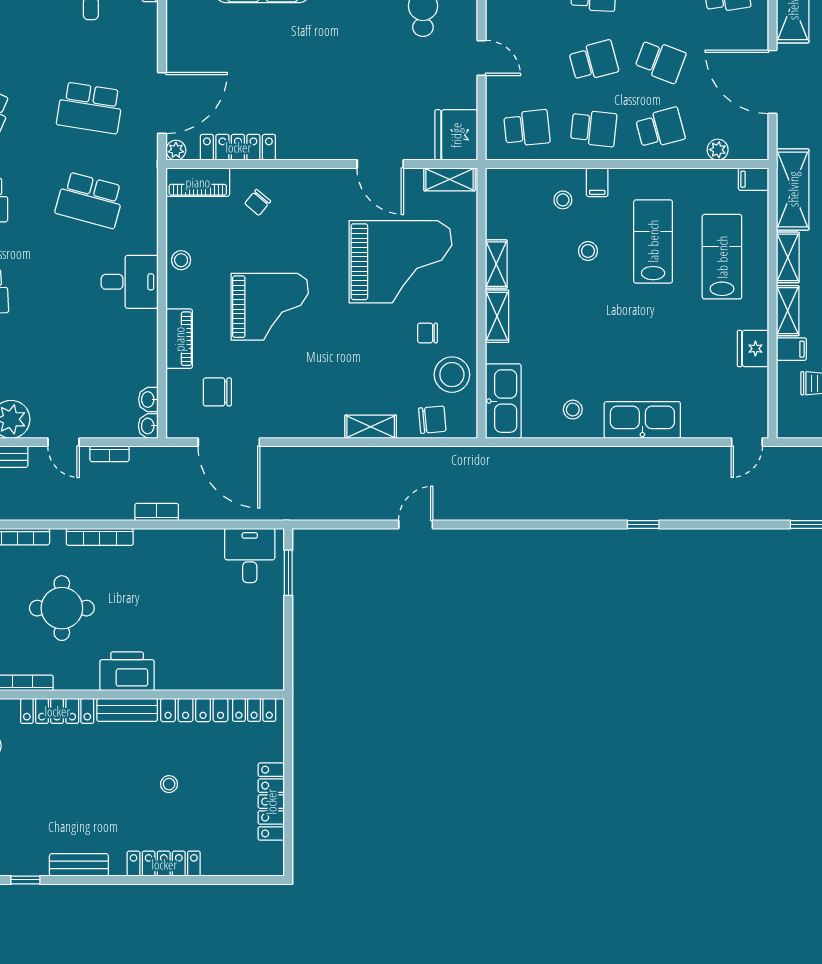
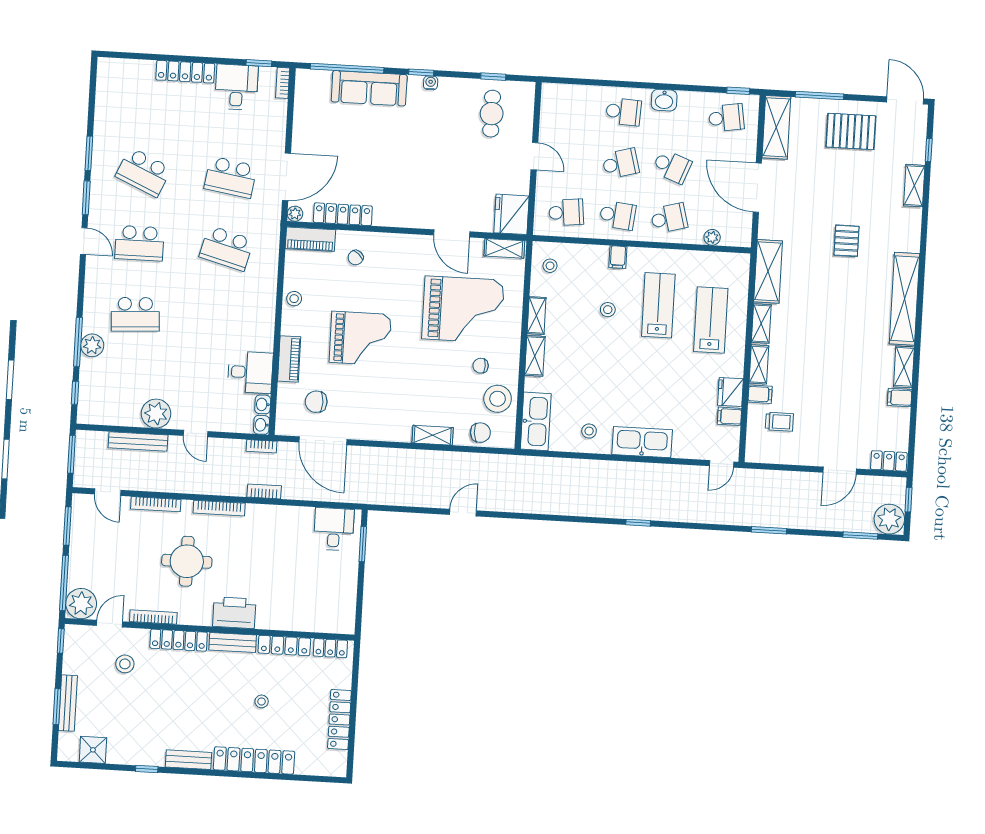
filing cabinet: (754, 179) -> (730, 416), moved
stool: (563, 200) -> (550, 266), moved
desk: (130, 282) -> (250, 372), moved
bookcase: (109, 454) -> (262, 446), moved
locker: (164, 864) -> (254, 760), width x1.41, depth x1.21

